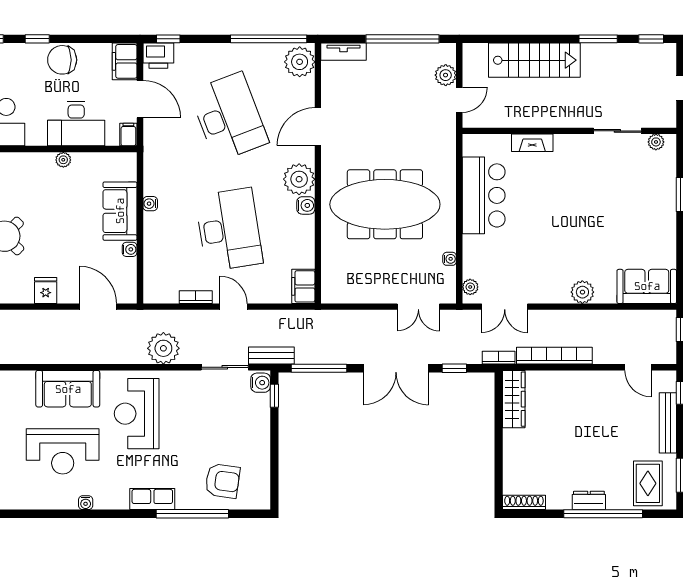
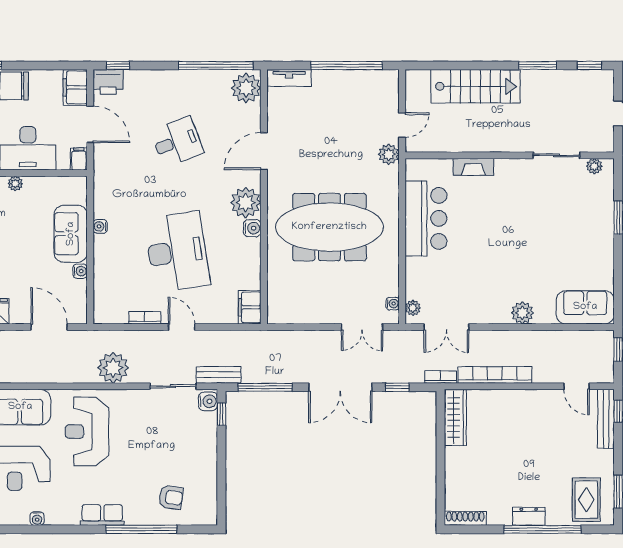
plant: (446, 75) -> (389, 154), moved
desk: (229, 117) -> (177, 142), width x0.53, depth x0.77
water cooler: (450, 259) -> (393, 304), moved
bench: (668, 423) -> (606, 419), moved
armchair: (222, 481) -> (171, 497), width x0.72, depth x0.72

